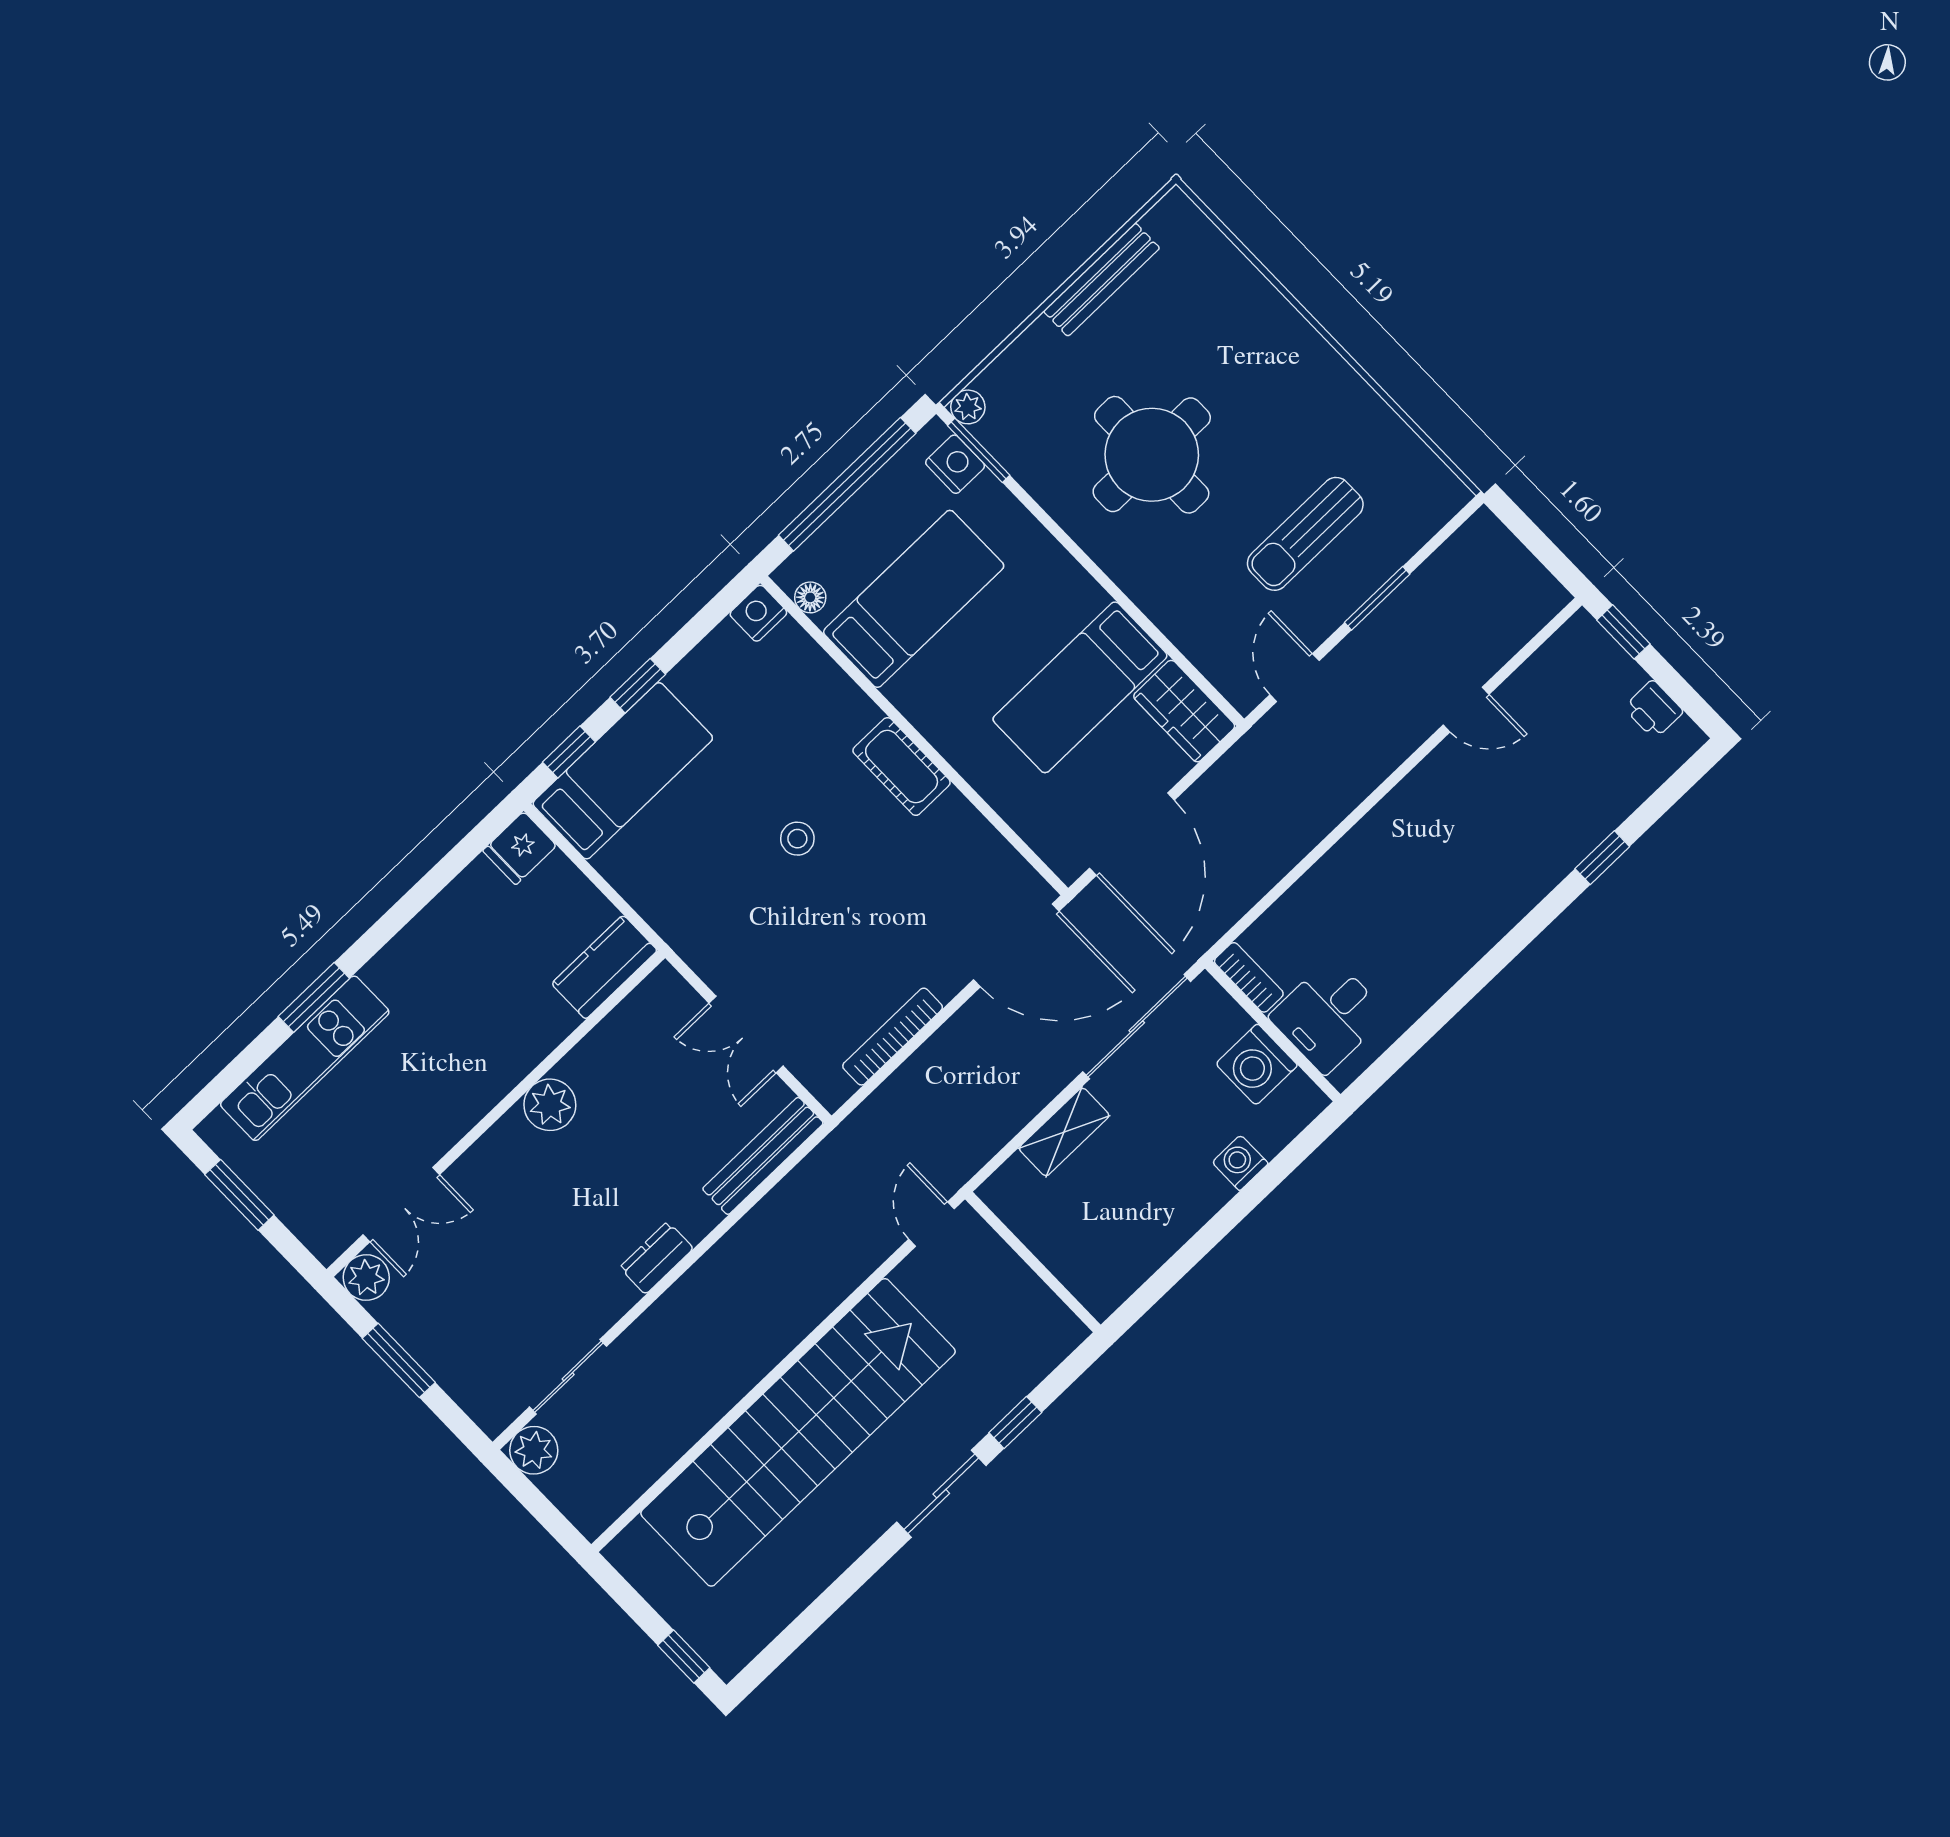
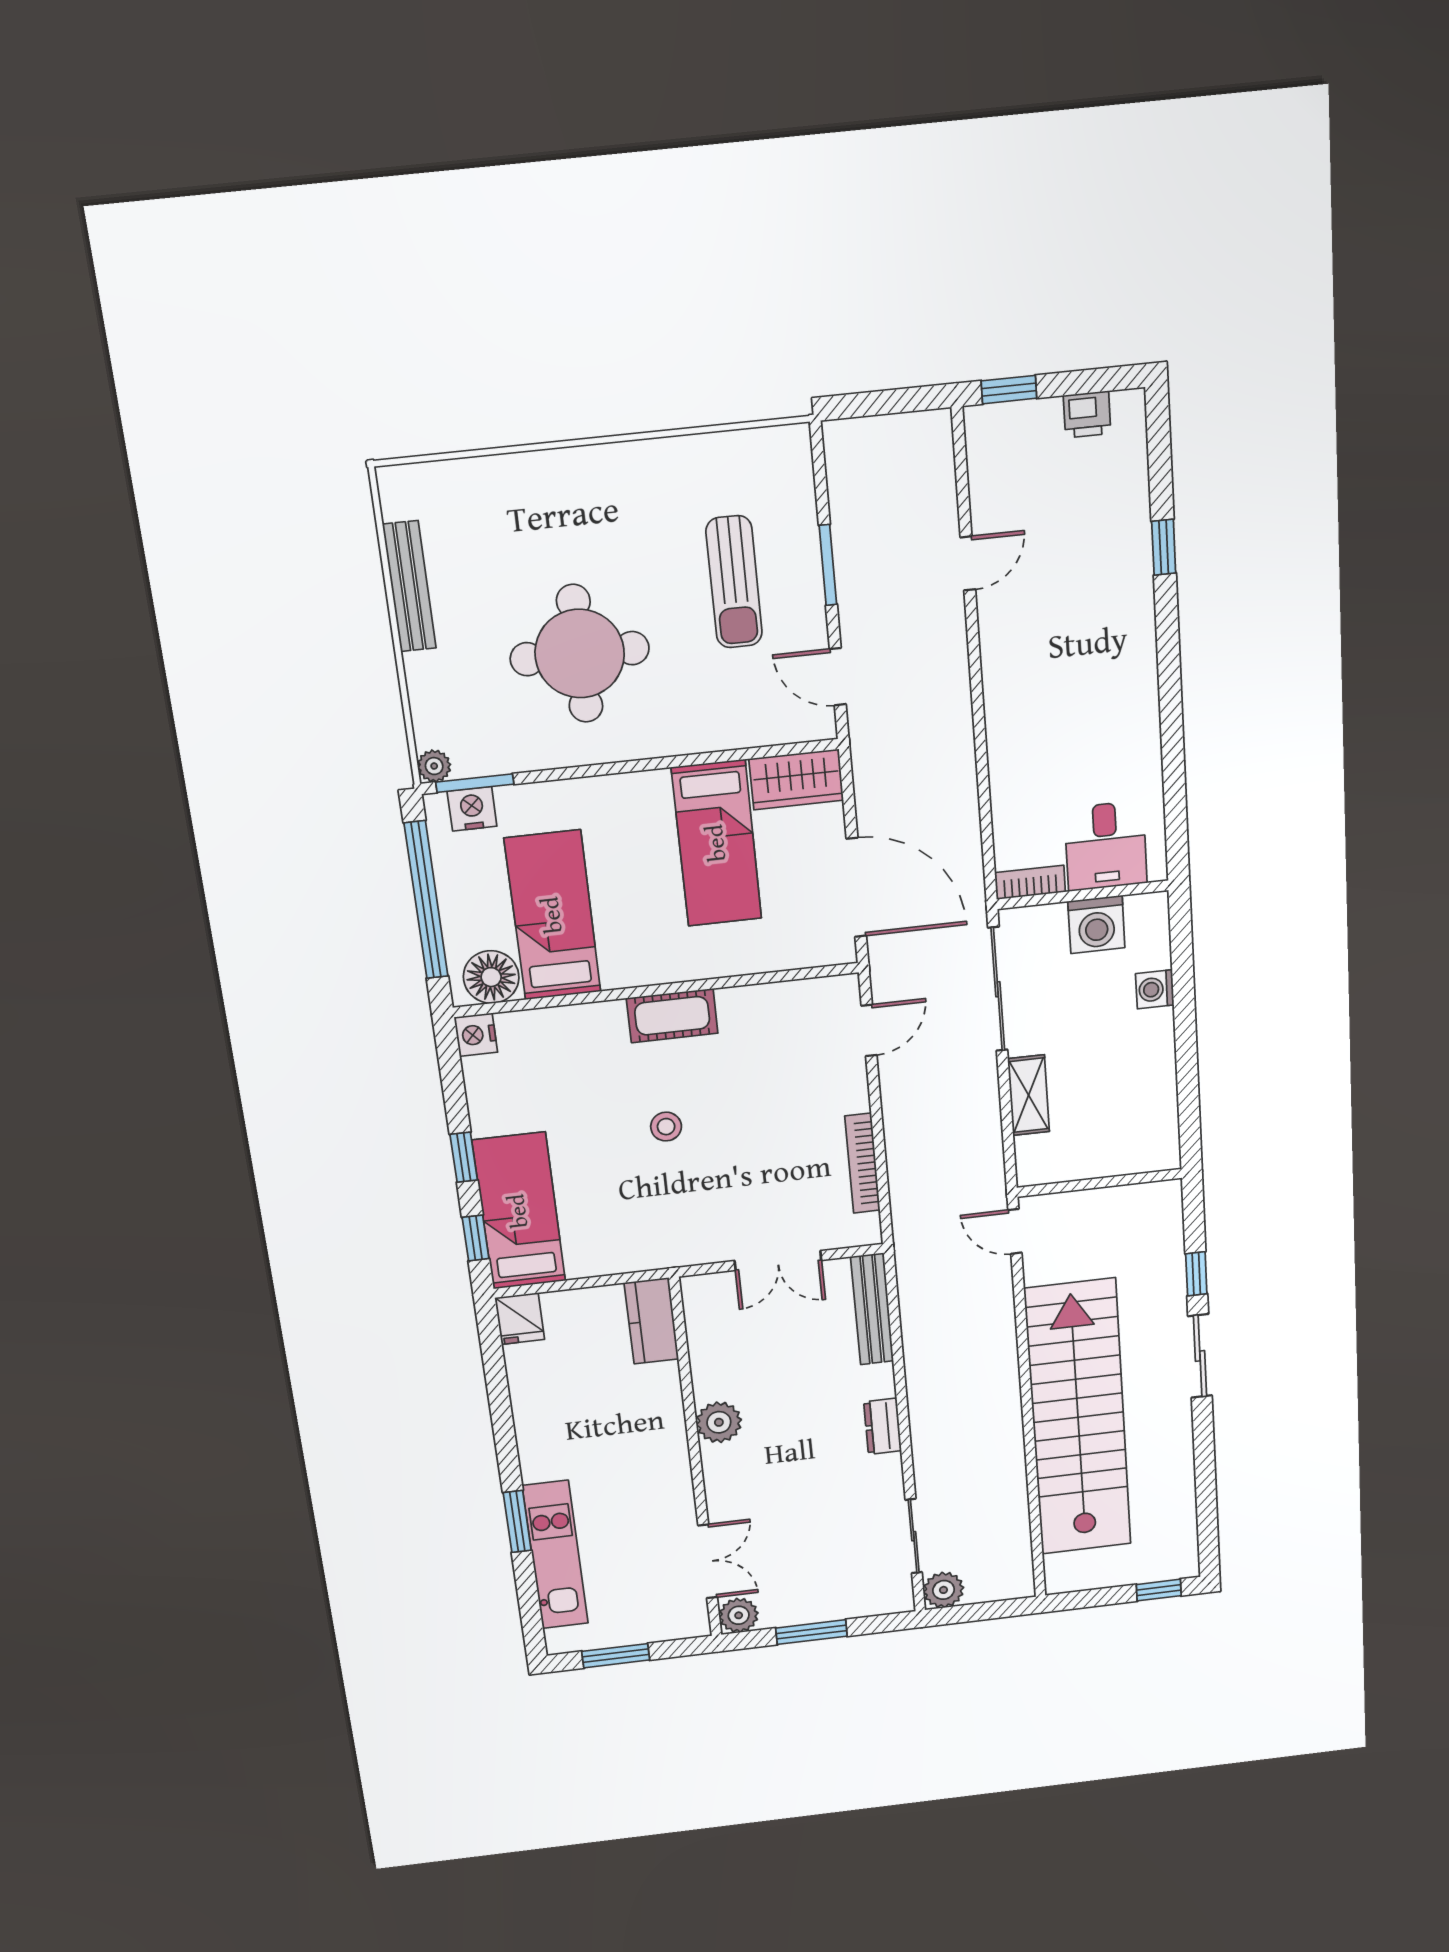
floor lamp: (810, 597) -> (491, 977), width x1.89, depth x1.89
door: (1016, 945) -> (869, 1030), width x0.53

